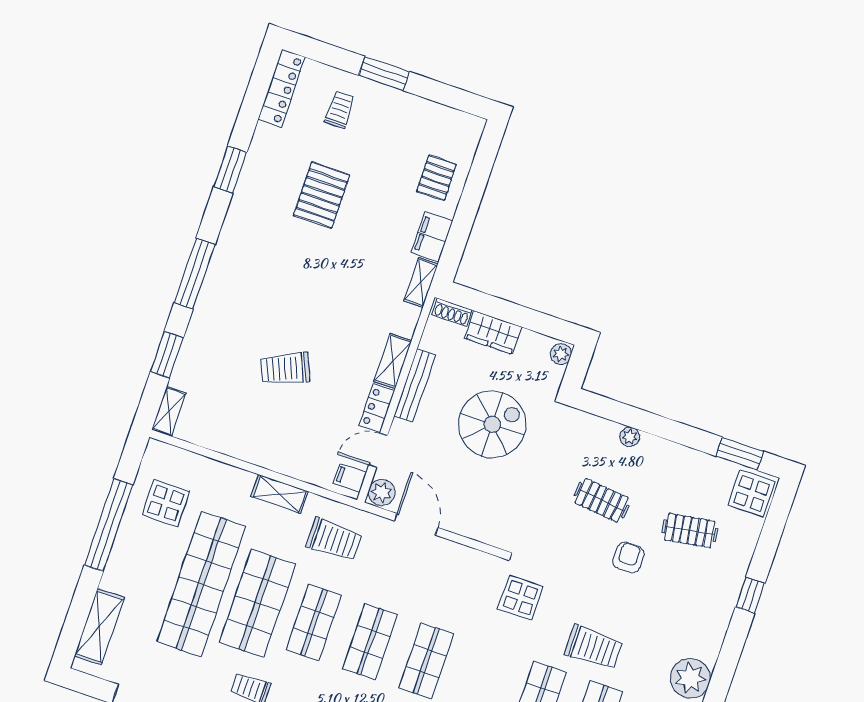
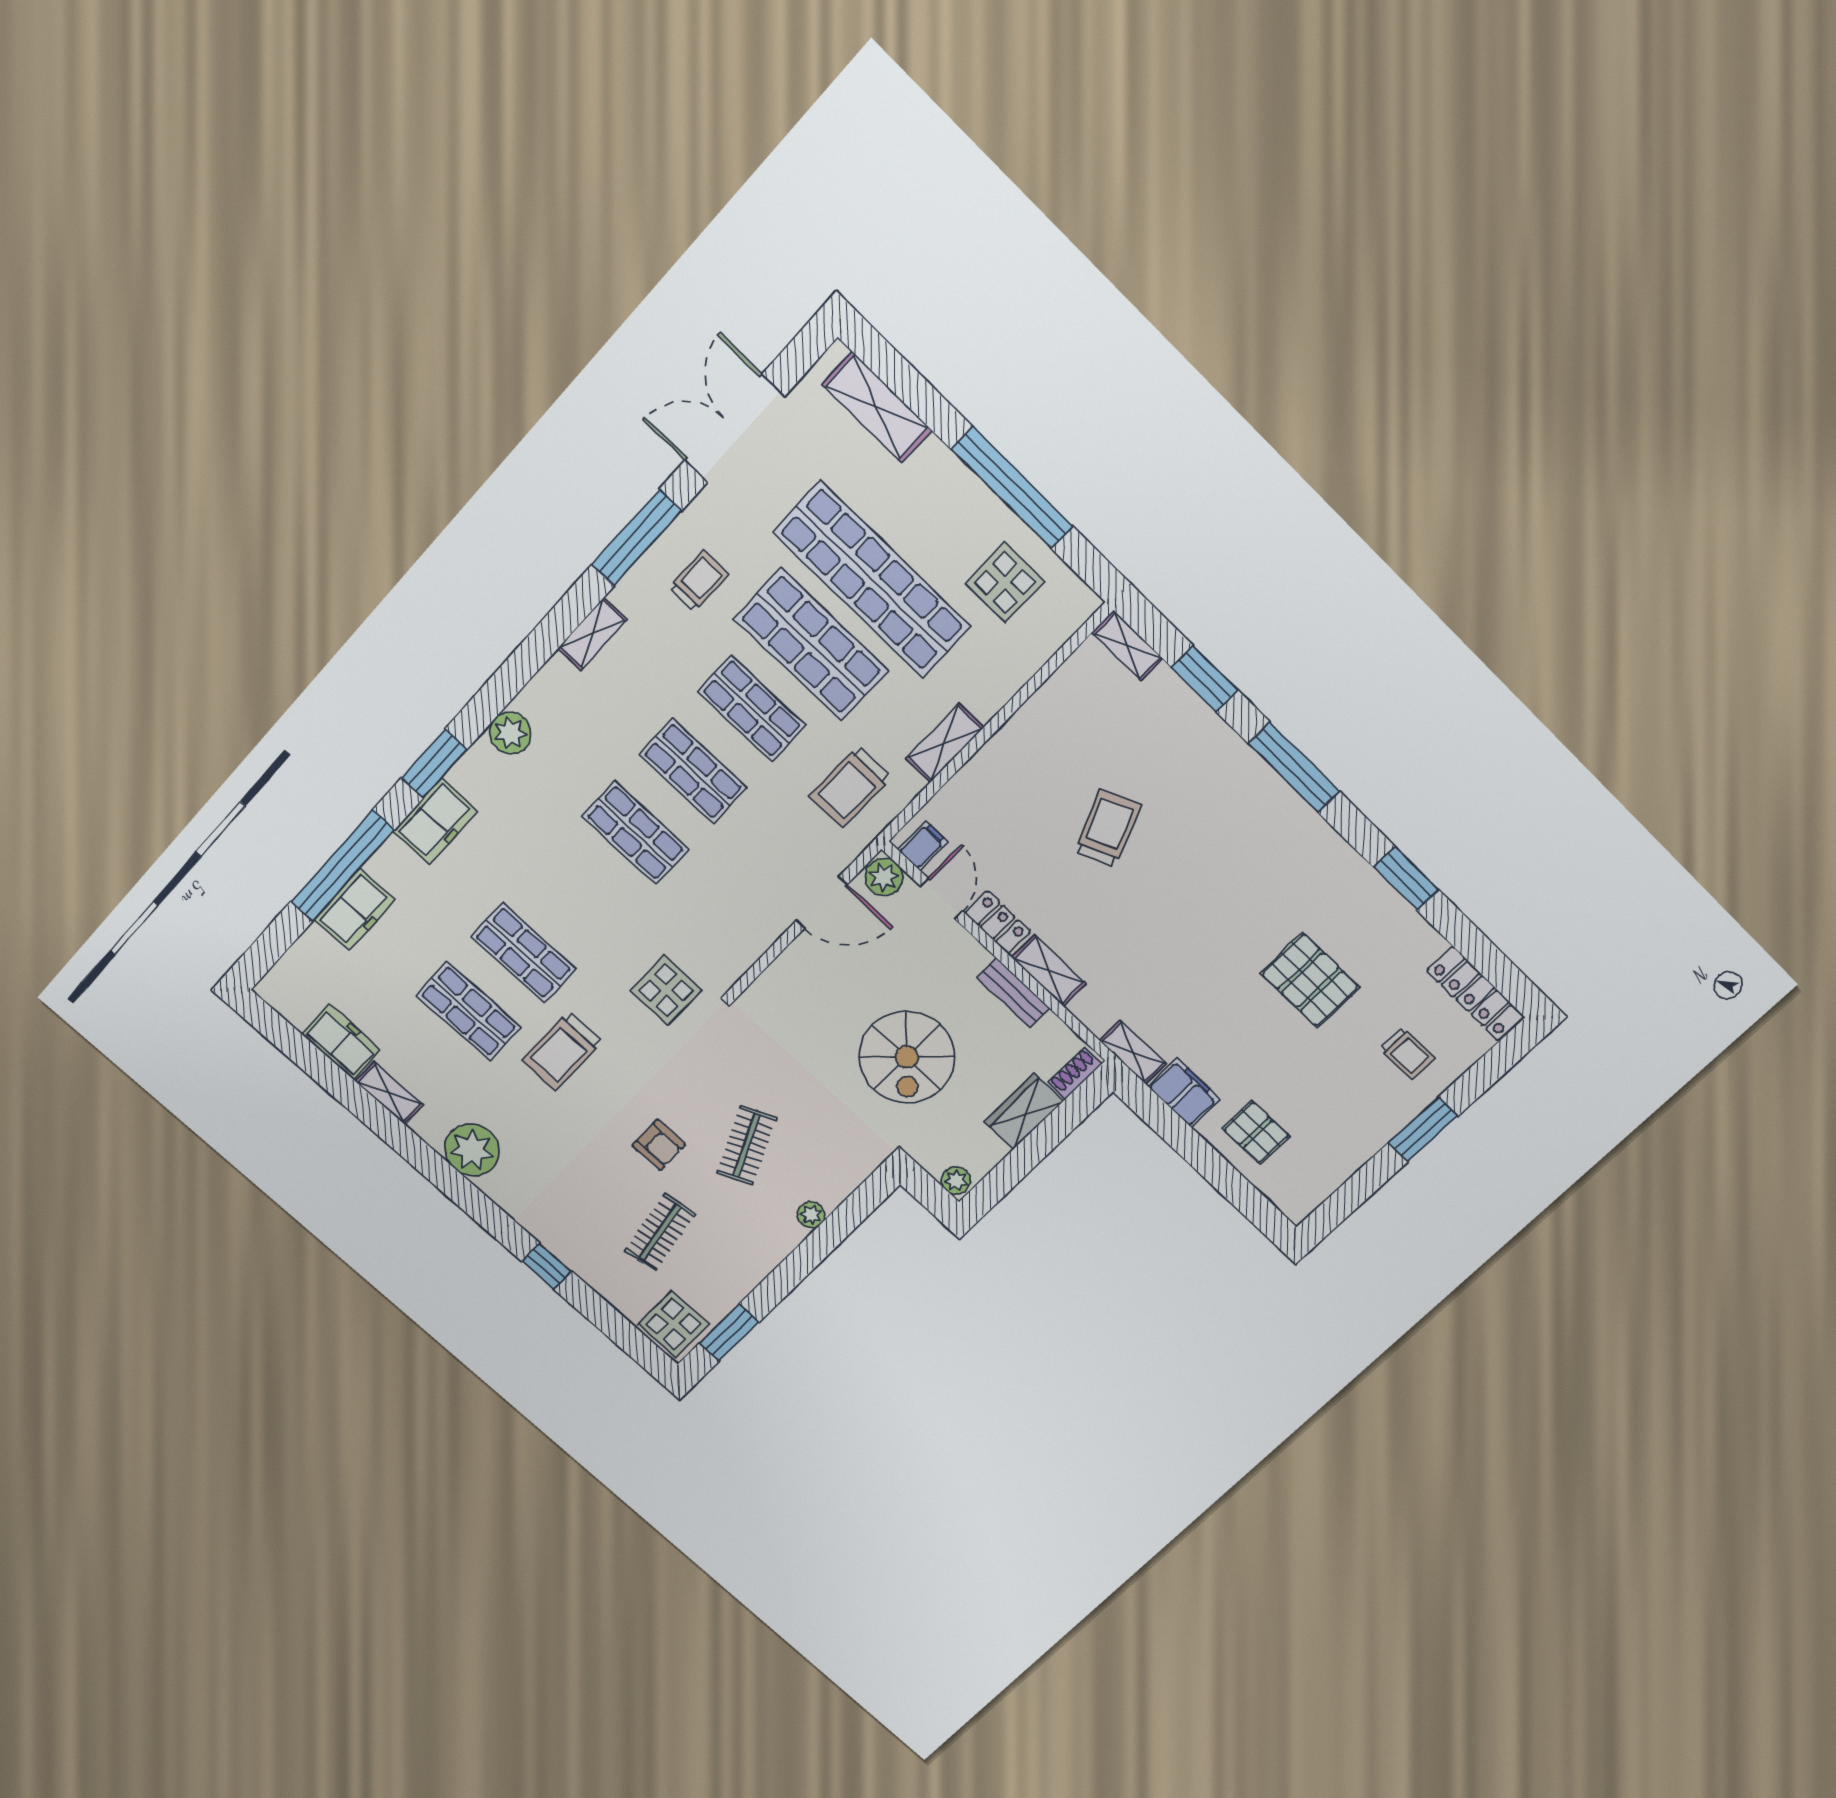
bench: (415, 385) -> (1013, 993), width x0.73
clothes rail: (602, 500) -> (746, 1145), turned -30

